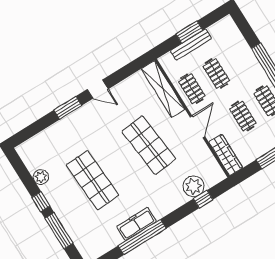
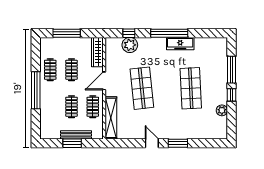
window: (142, 237) -> (169, 33), moved

